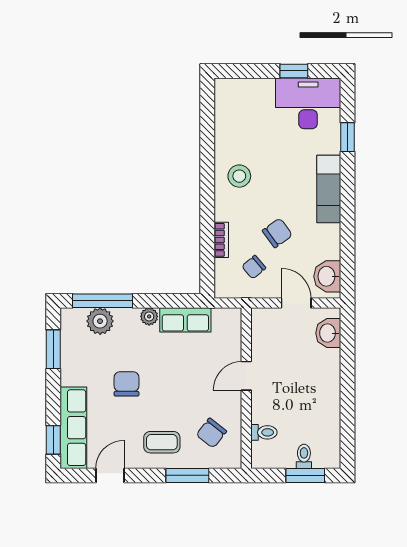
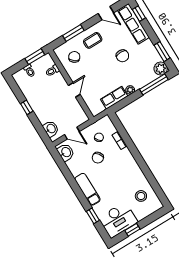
stool: (239, 176) -> (141, 196), moved
plant: (100, 321) -> (161, 69), moved
window: (347, 396) -> (27, 107), added
door: (110, 475) -> (106, 13), hinge flipped
window: (305, 475) -> (35, 57), moved

